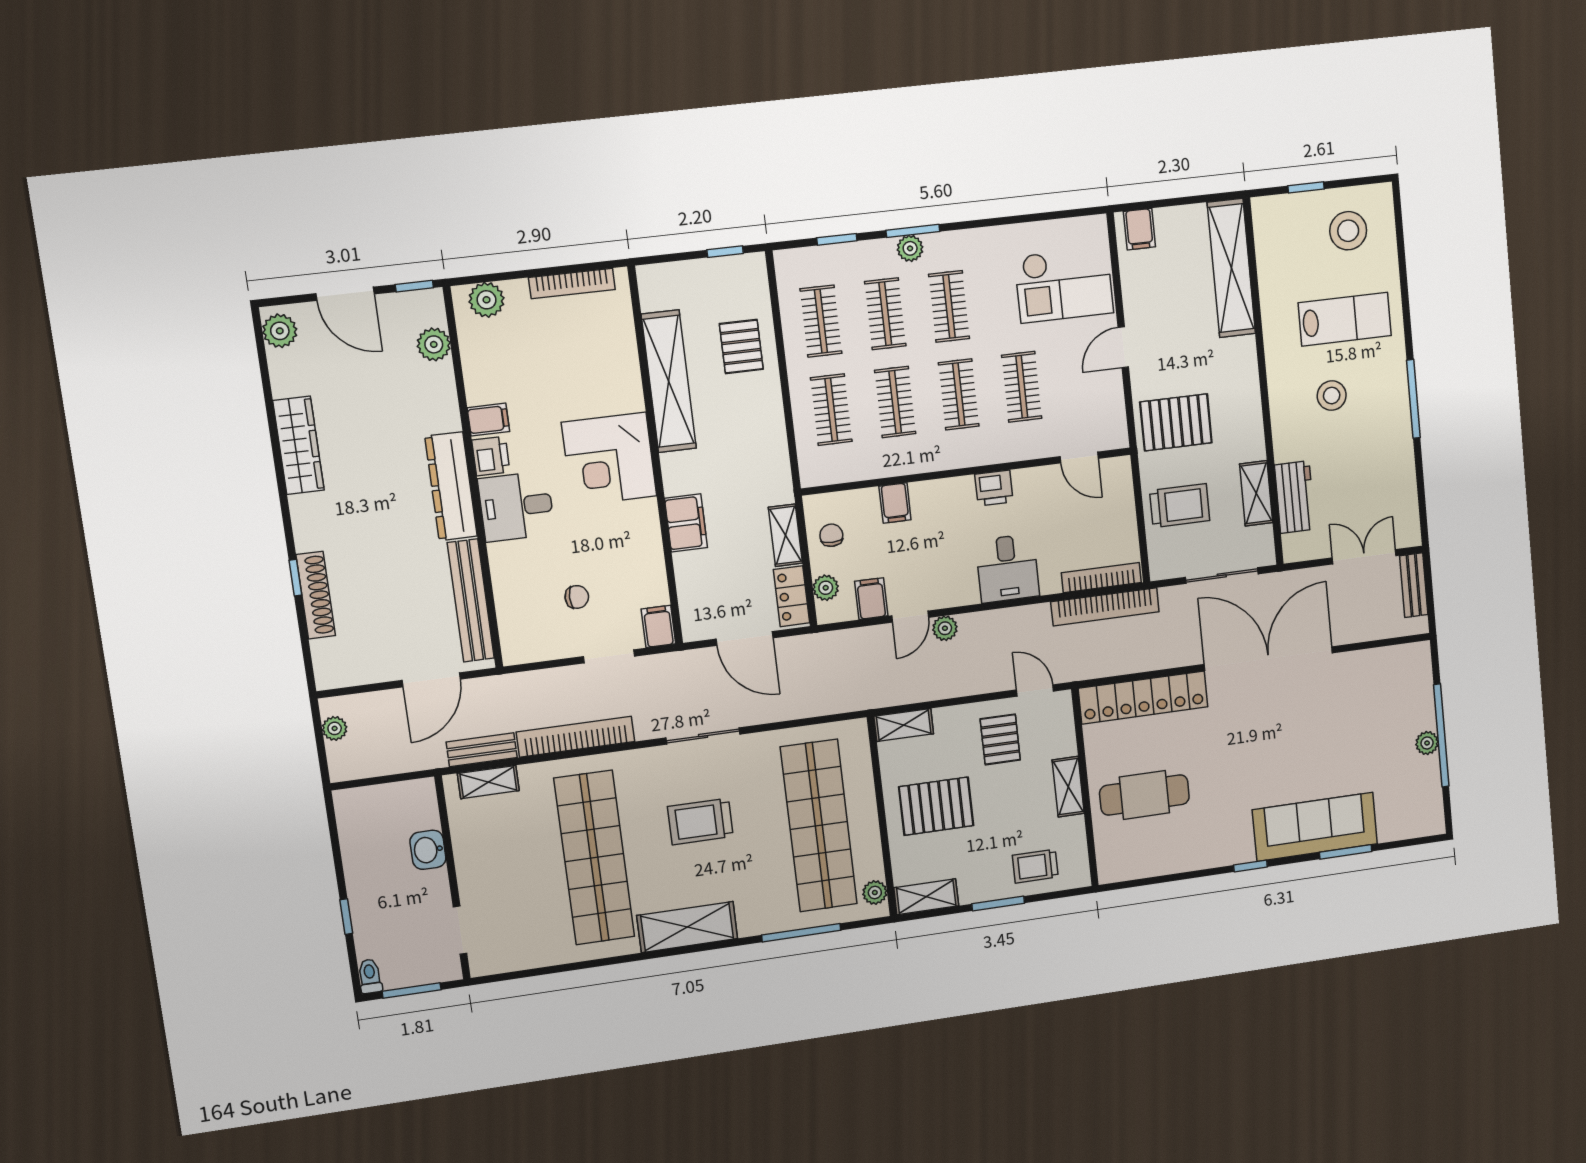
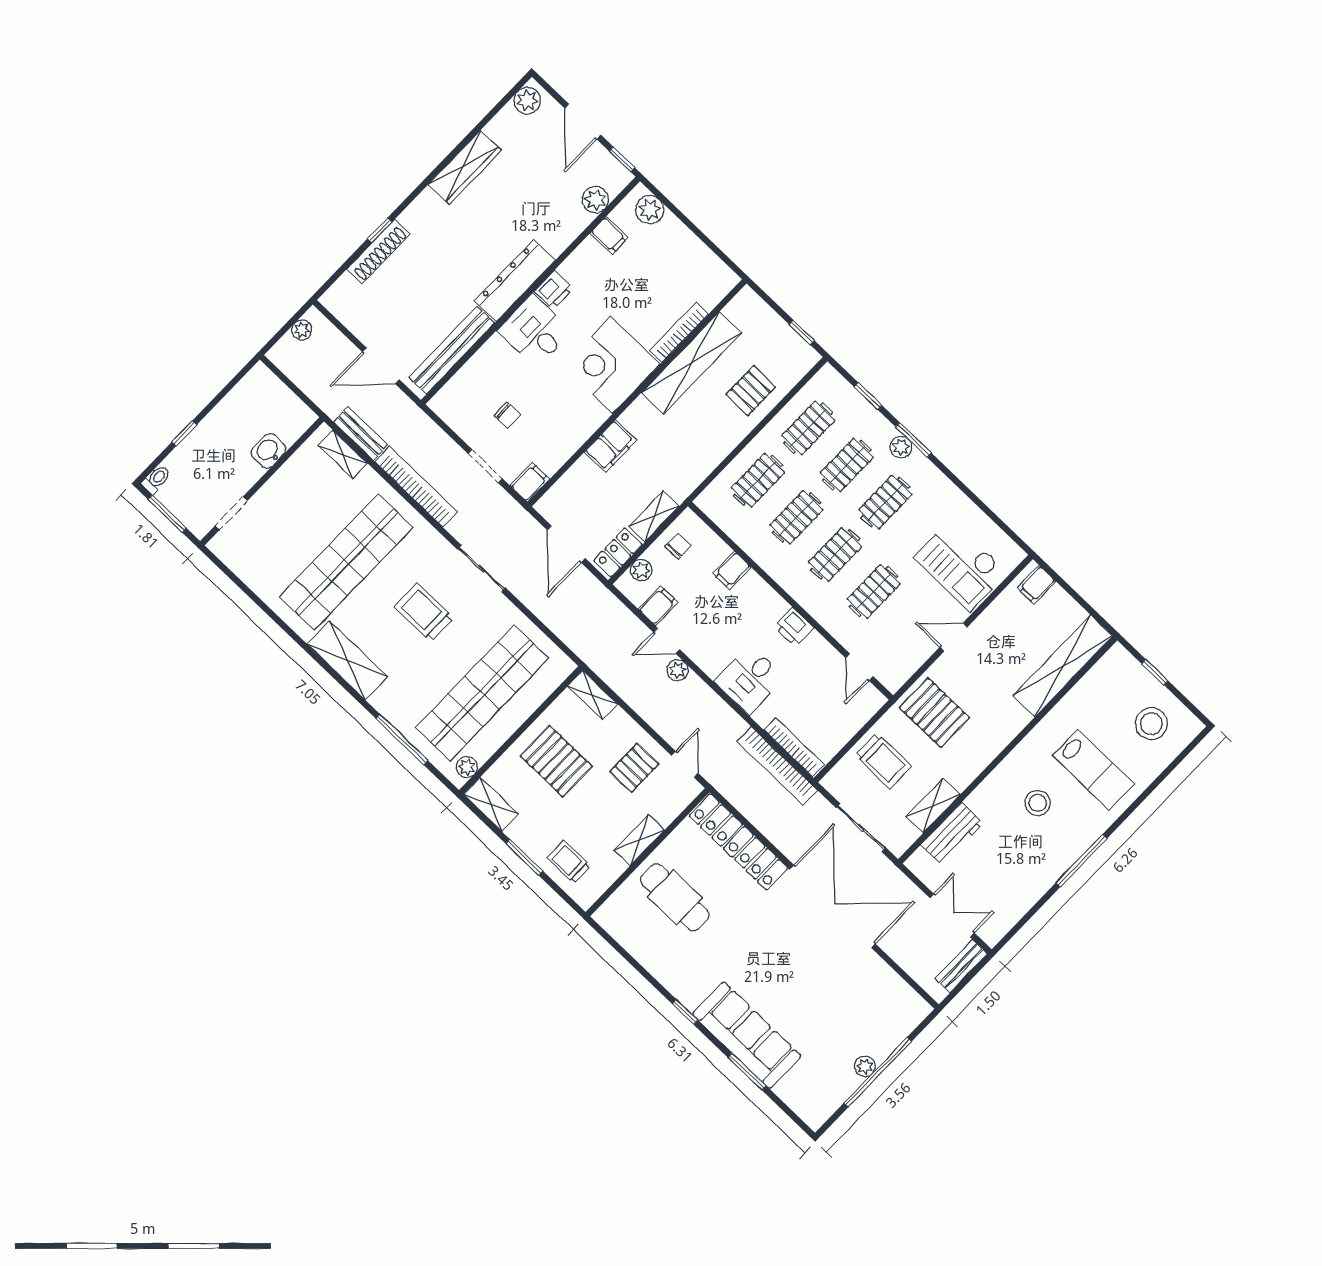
bookcase: (572, 283) -> (679, 332), moved, turned 90
filing cabinet: (488, 420) -> (609, 235), moved

